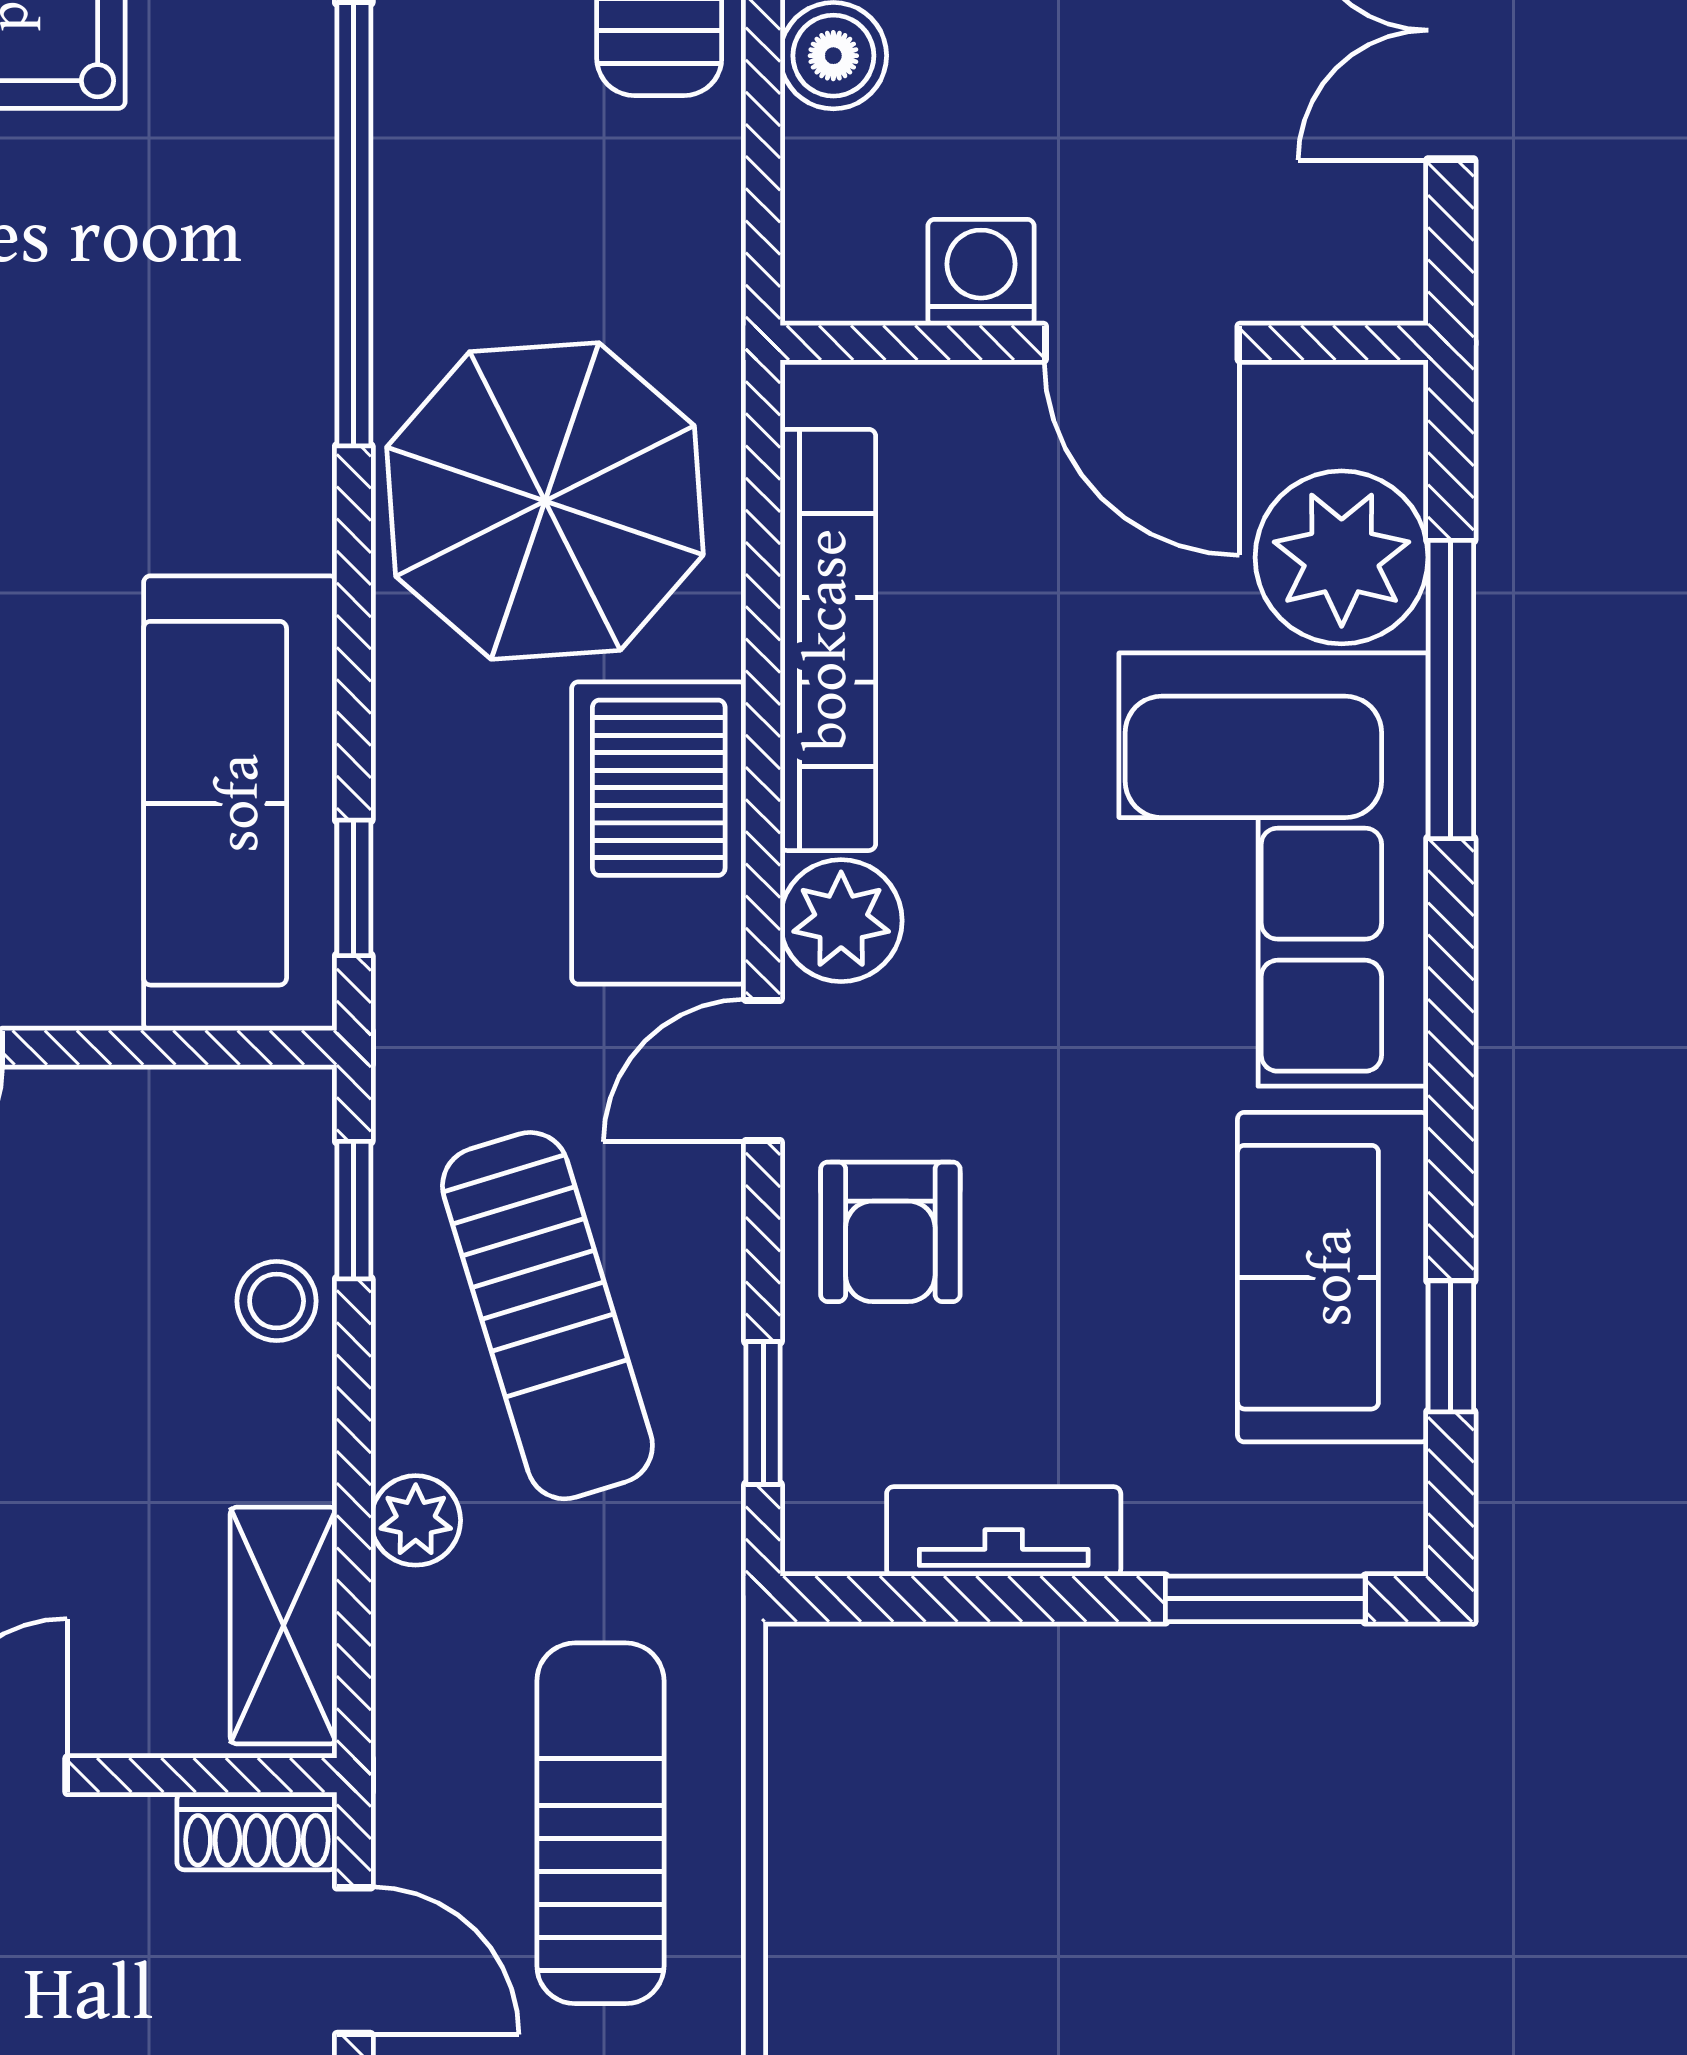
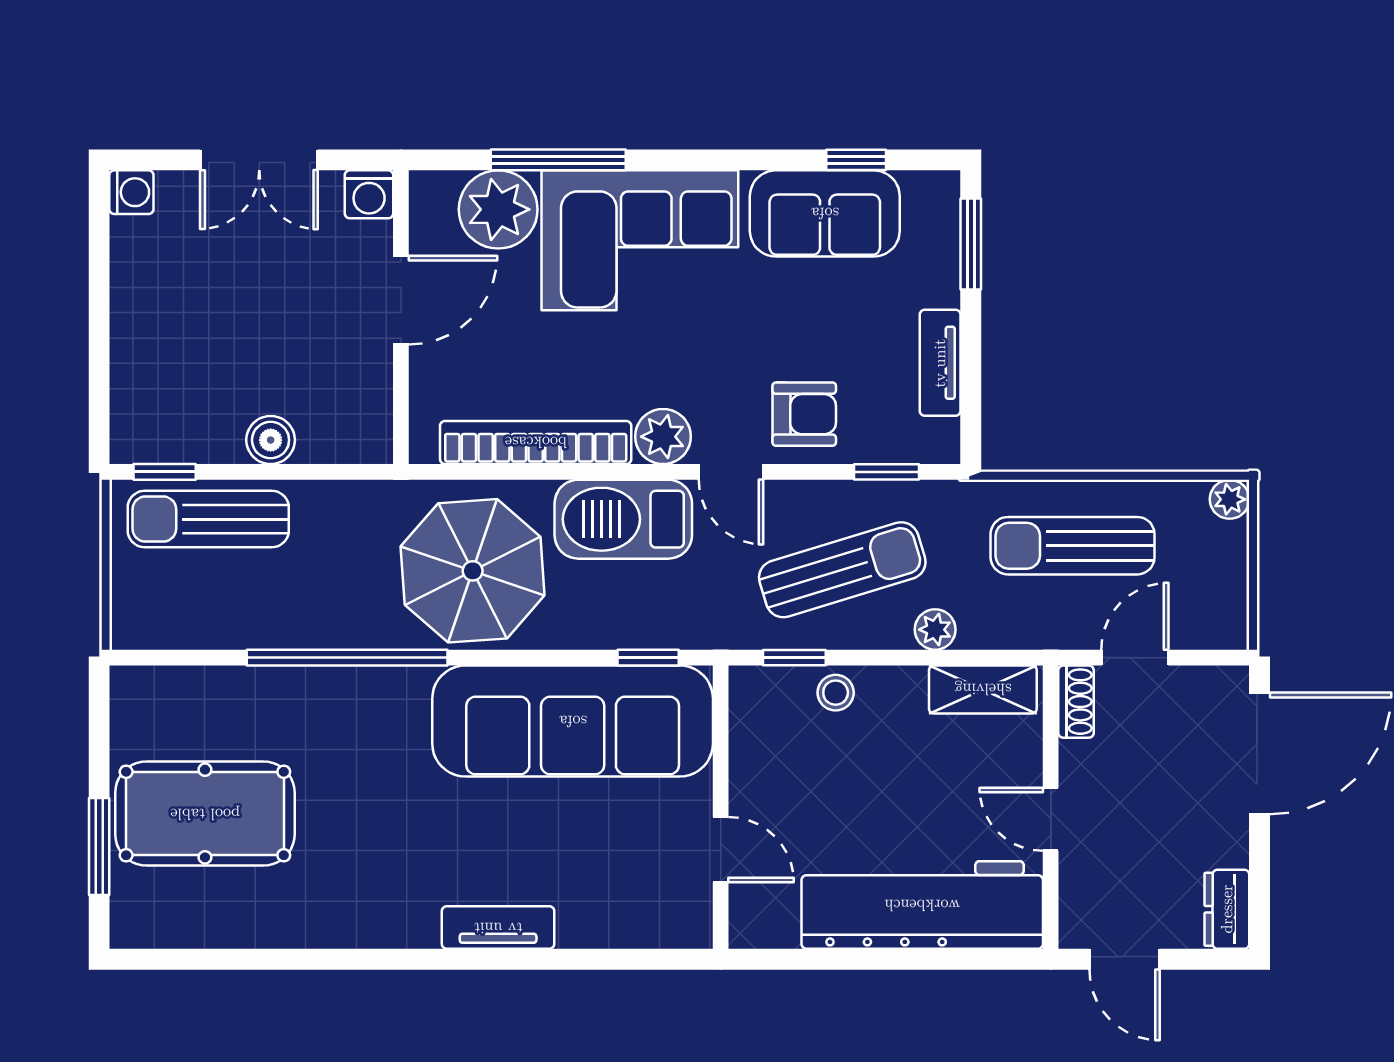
washing machine: (981, 273) -> (369, 194), moved, turned -90
sofa: (240, 803) -> (573, 721), width x1.36, depth x1.27

